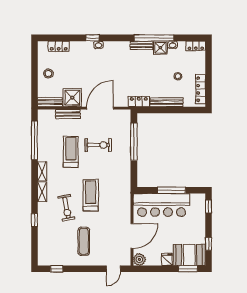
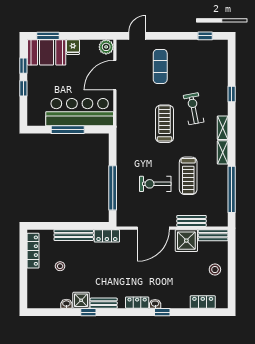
window: (154, 38) -> (88, 312), width x0.32
locker: (196, 46) -> (137, 303), moved
treadmill: (91, 195) -> (165, 124), turned 180
window: (209, 206) -> (23, 88), moved
exercise mat: (84, 241) -> (160, 66), moved

